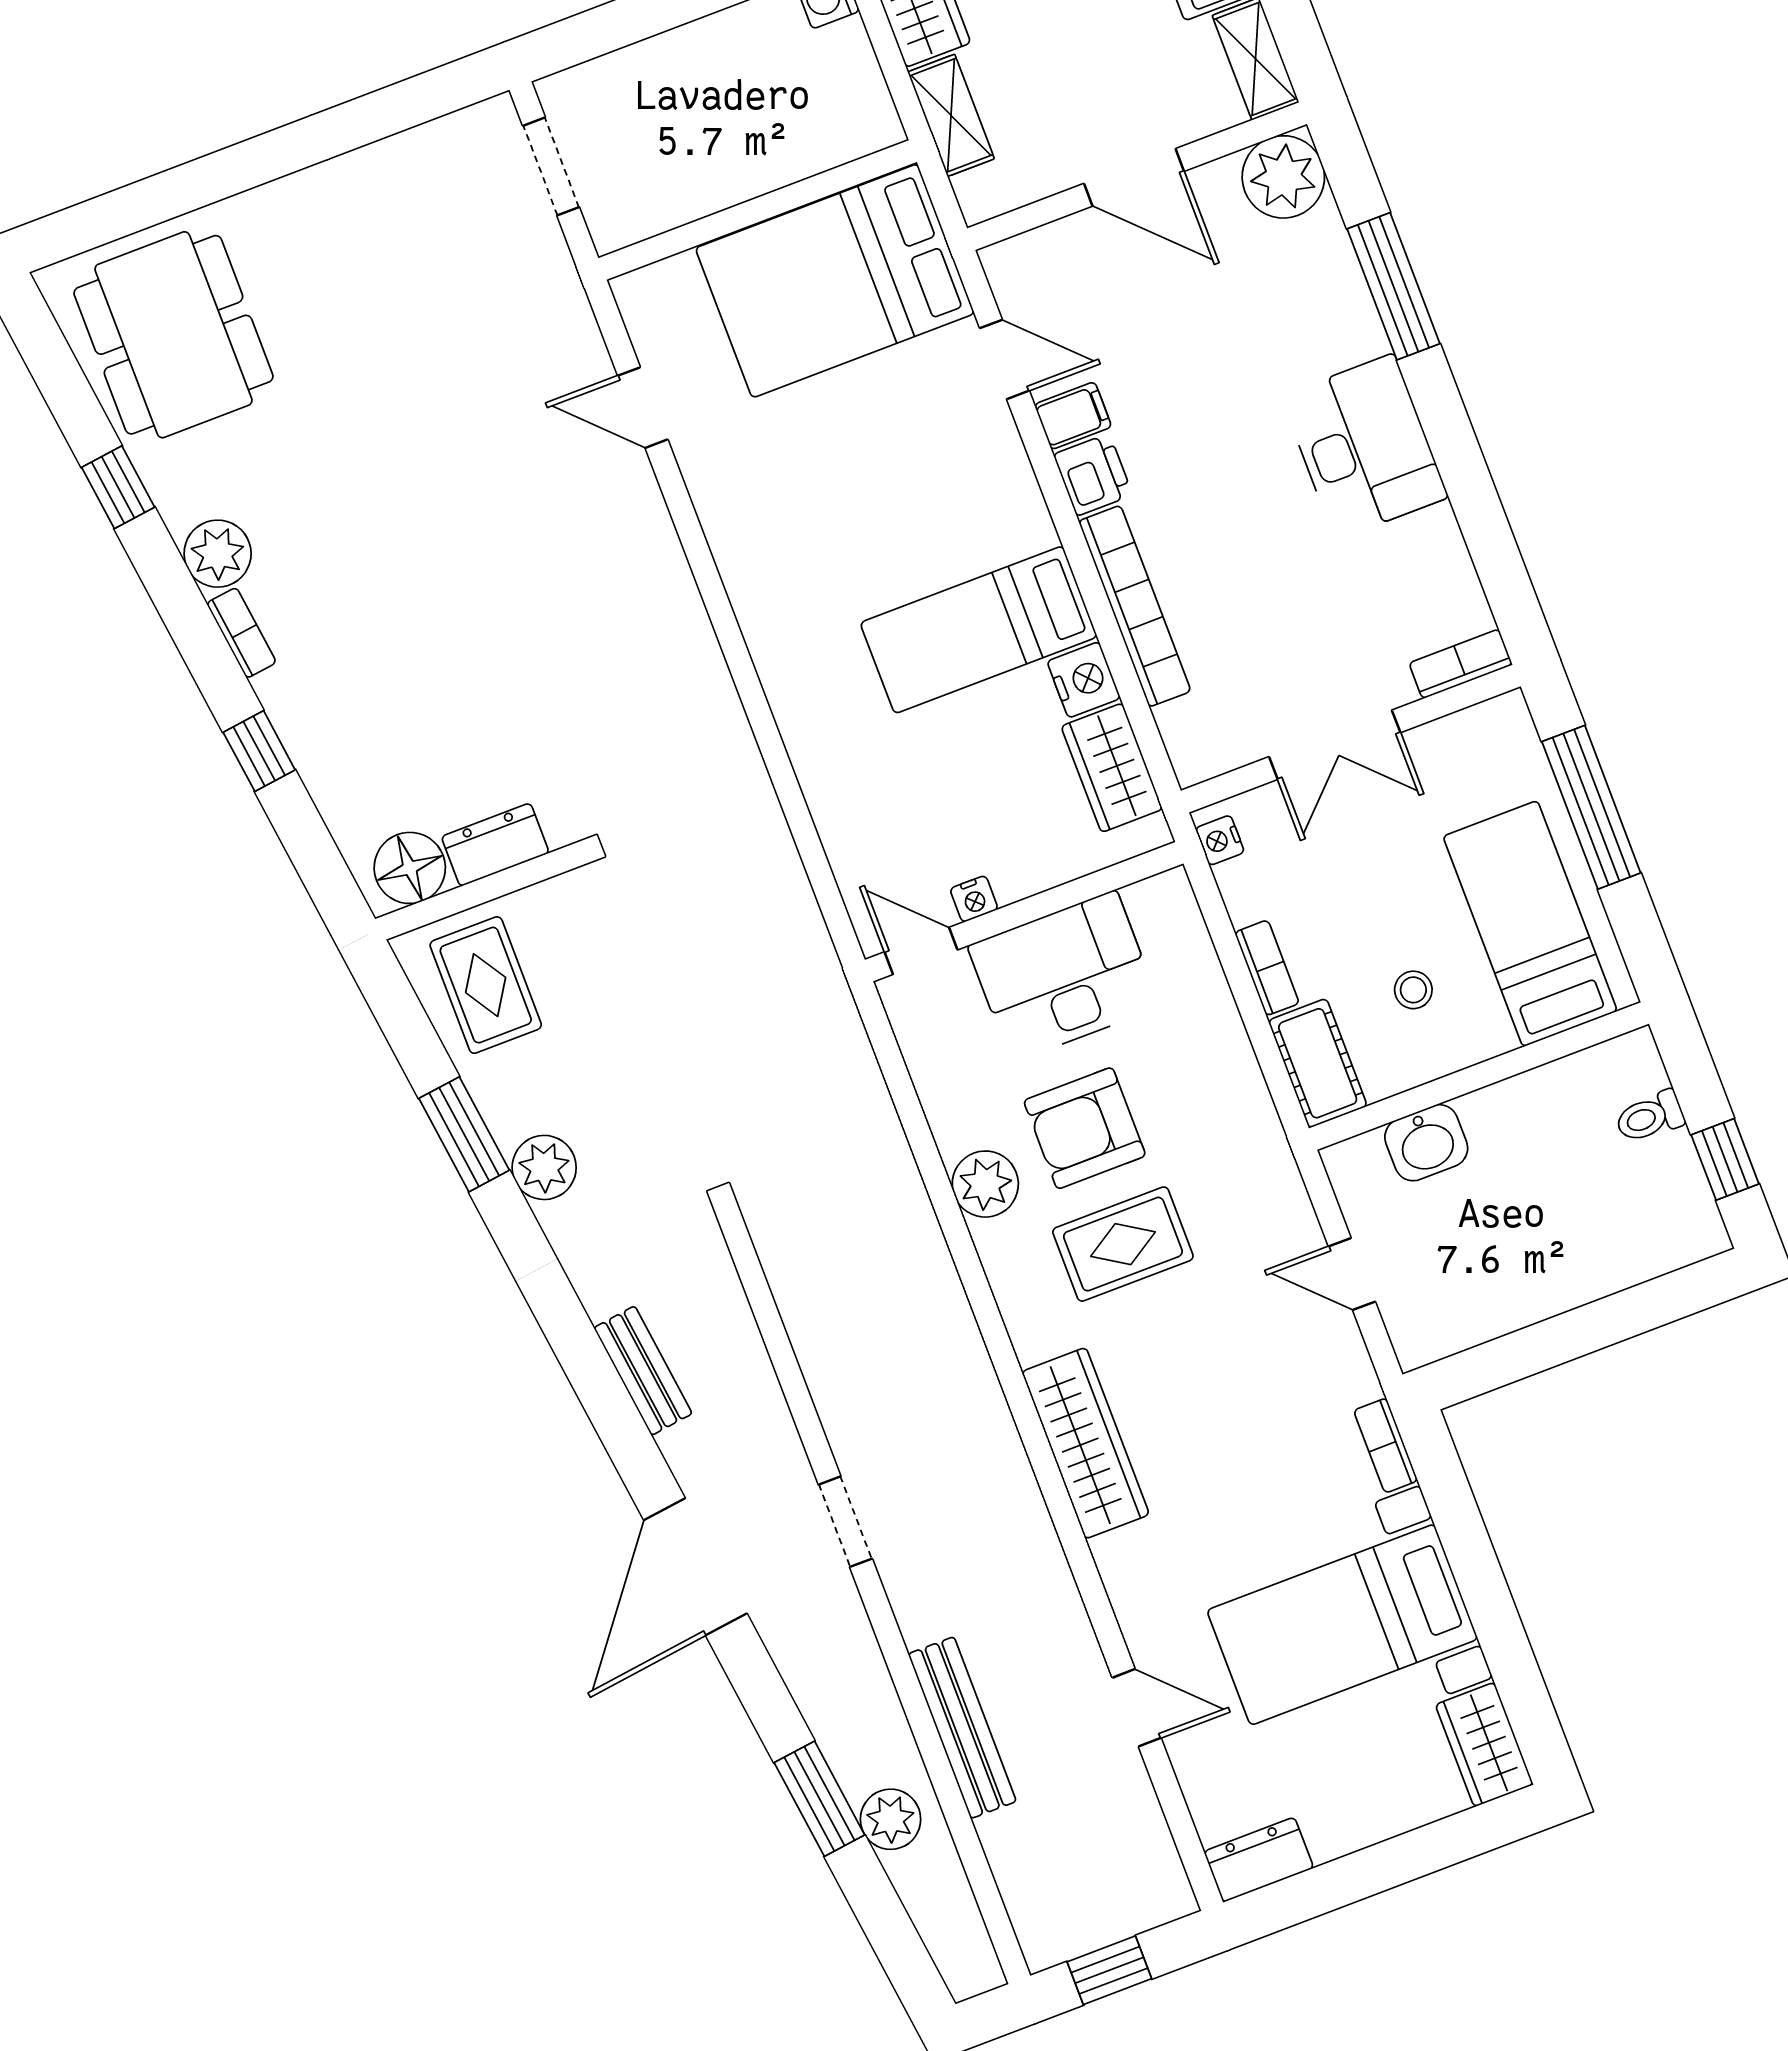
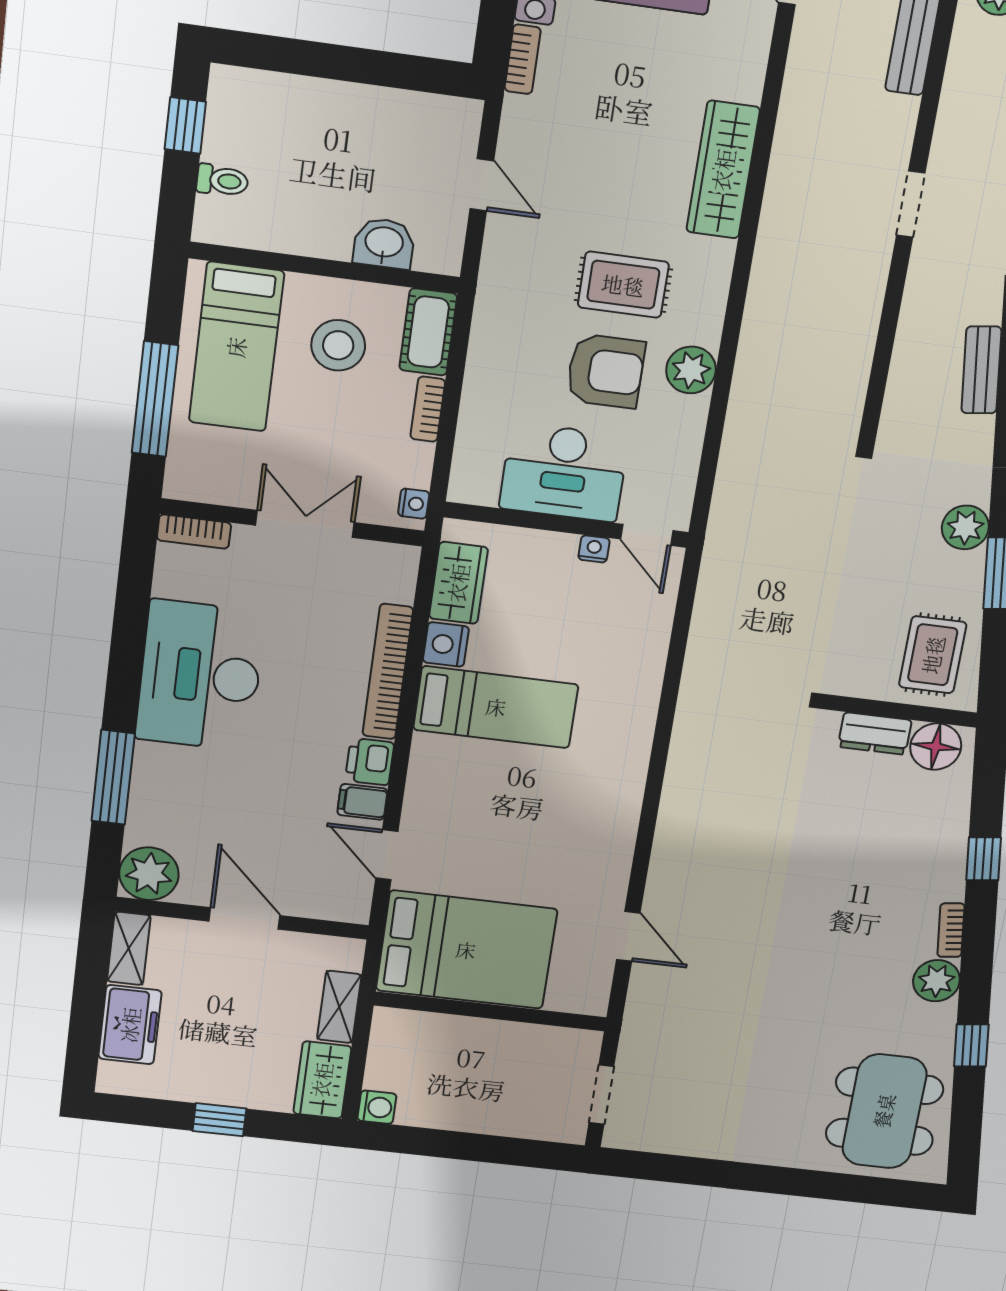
desk: (1365, 447) -> (200, 676), width x1.36, depth x1.30
stool: (1413, 990) -> (338, 345), width x1.89, depth x1.89

